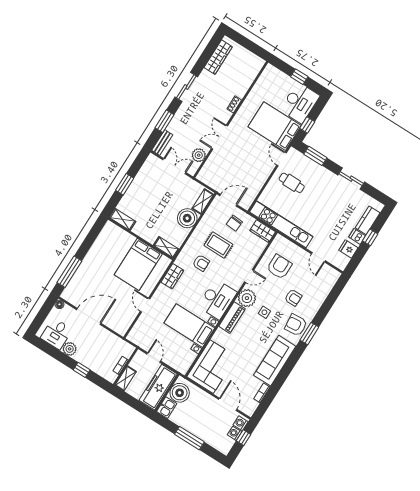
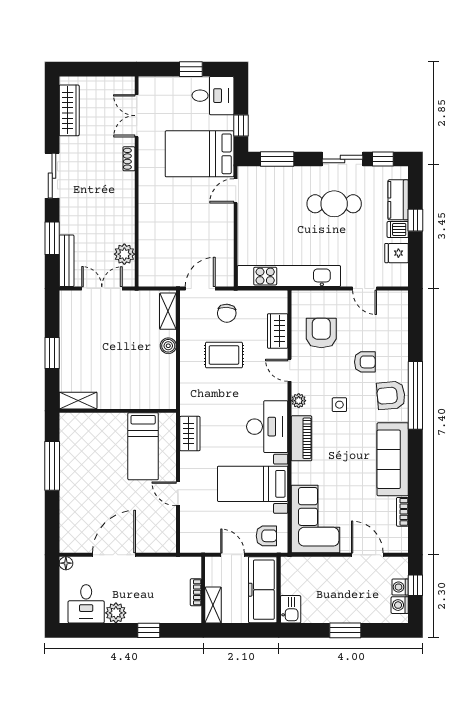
desk: (300, 103) -> (213, 96), width x0.73
double door: (219, 137) -> (137, 116), moved
bench: (162, 143) -> (67, 261), width x1.36
door: (282, 159) -> (236, 191), hinge flipped
cafe table: (292, 183) -> (334, 204), moved, width x1.37, depth x1.35
window: (373, 193) -> (383, 159), added
boiler: (187, 218) -> (168, 346), width x0.54, depth x0.54
wardrobe: (263, 231) -> (278, 331), moved, turned 90
shelving: (166, 247) -> (158, 401), removed
armchair: (201, 263) -> (266, 536), moved
bed: (138, 264) -> (143, 446), width x0.67
window: (69, 272) -> (52, 466), moved
door: (249, 276) -> (290, 370), swing flipped
plant: (247, 298) -> (299, 401), width x0.53, depth x0.53
window: (309, 334) -> (415, 395), width x2.11
boiler: (180, 393) -> (295, 579), removed
washing machine: (241, 423) -> (400, 605), moved
window: (189, 438) -> (345, 630), width x0.69

